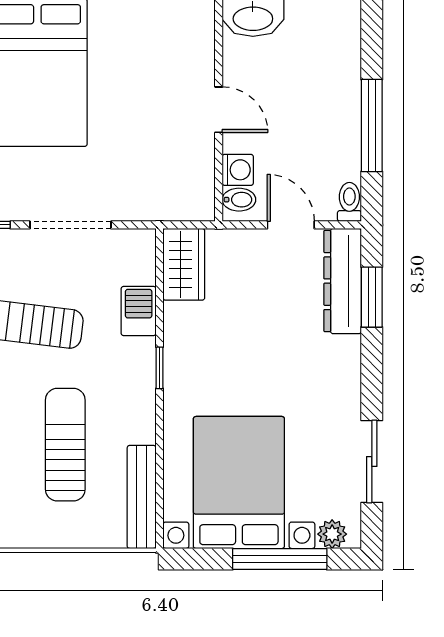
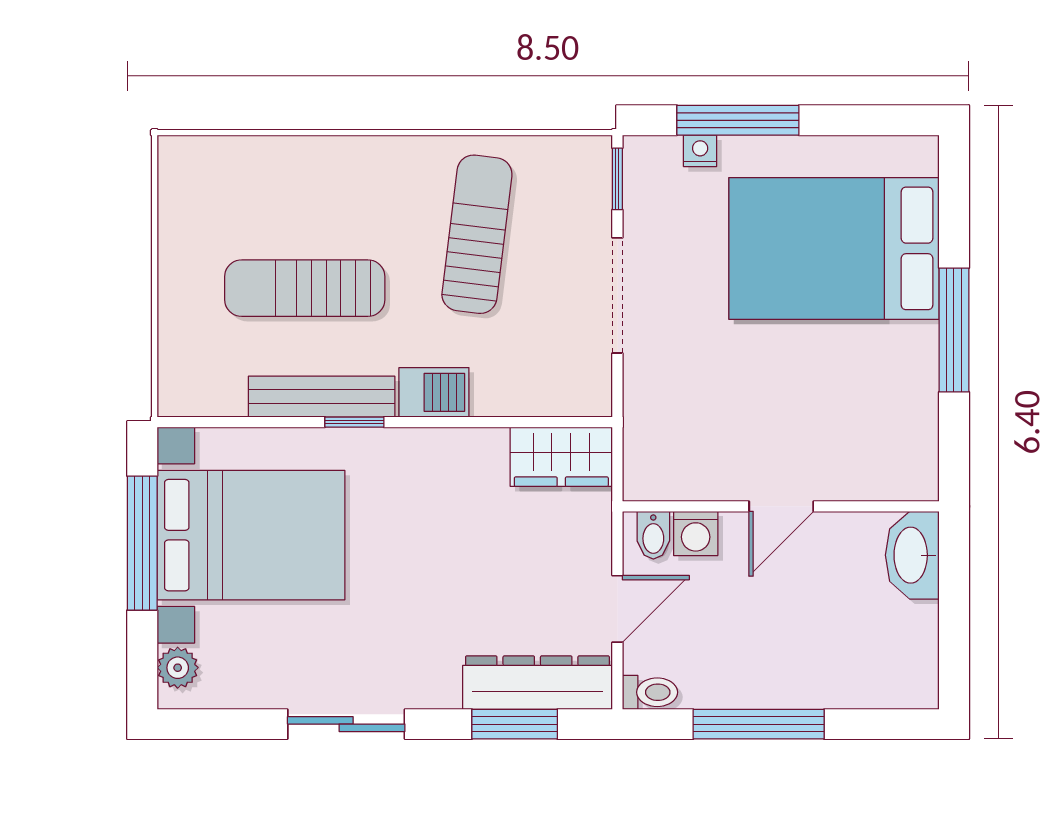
barbecue: (139, 311) -> (434, 392), moved
window: (160, 368) -> (354, 422), moved
sun lounger: (65, 445) -> (305, 288), turned 180
sliding door: (372, 462) -> (346, 724), moved
bench: (142, 497) -> (322, 397), moved
window: (280, 559) -> (142, 543), moved

